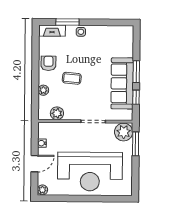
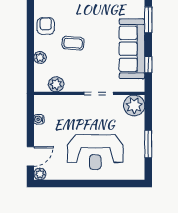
window: (136, 72) -> (148, 20), moved
window: (136, 144) -> (148, 144), moved
door: (35, 164) -> (30, 156), moved
reception desk: (90, 172) -> (95, 152), width x0.74, depth x0.77

